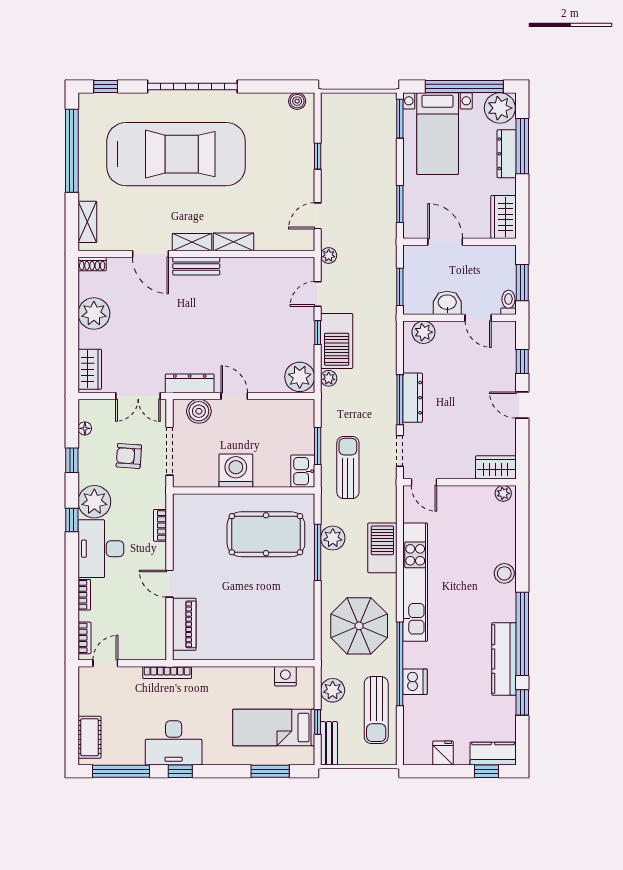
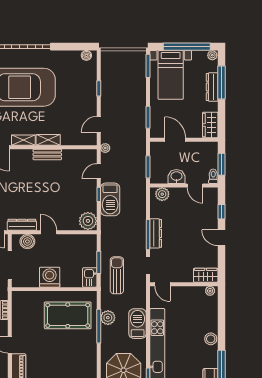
plant: (500, 108) -> (212, 55), width x0.53, depth x0.53
bench: (196, 266) -> (47, 154), moved
plant: (329, 378) -> (105, 222), removed

